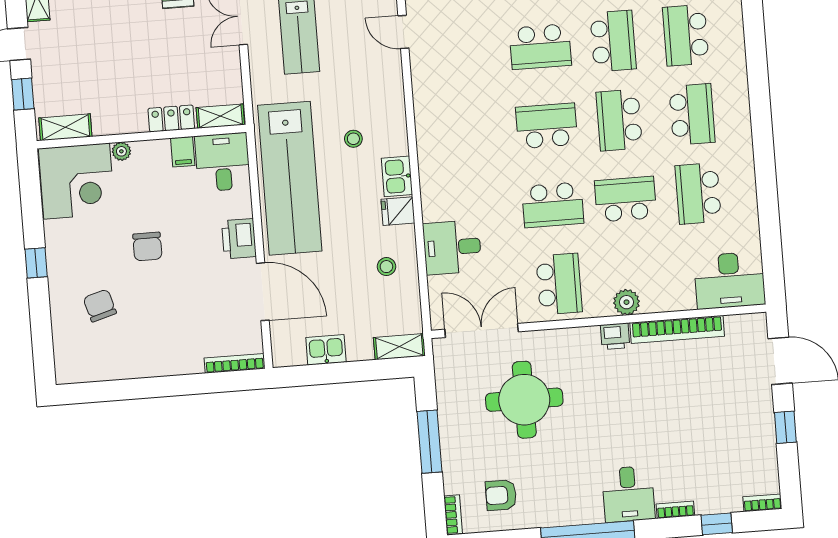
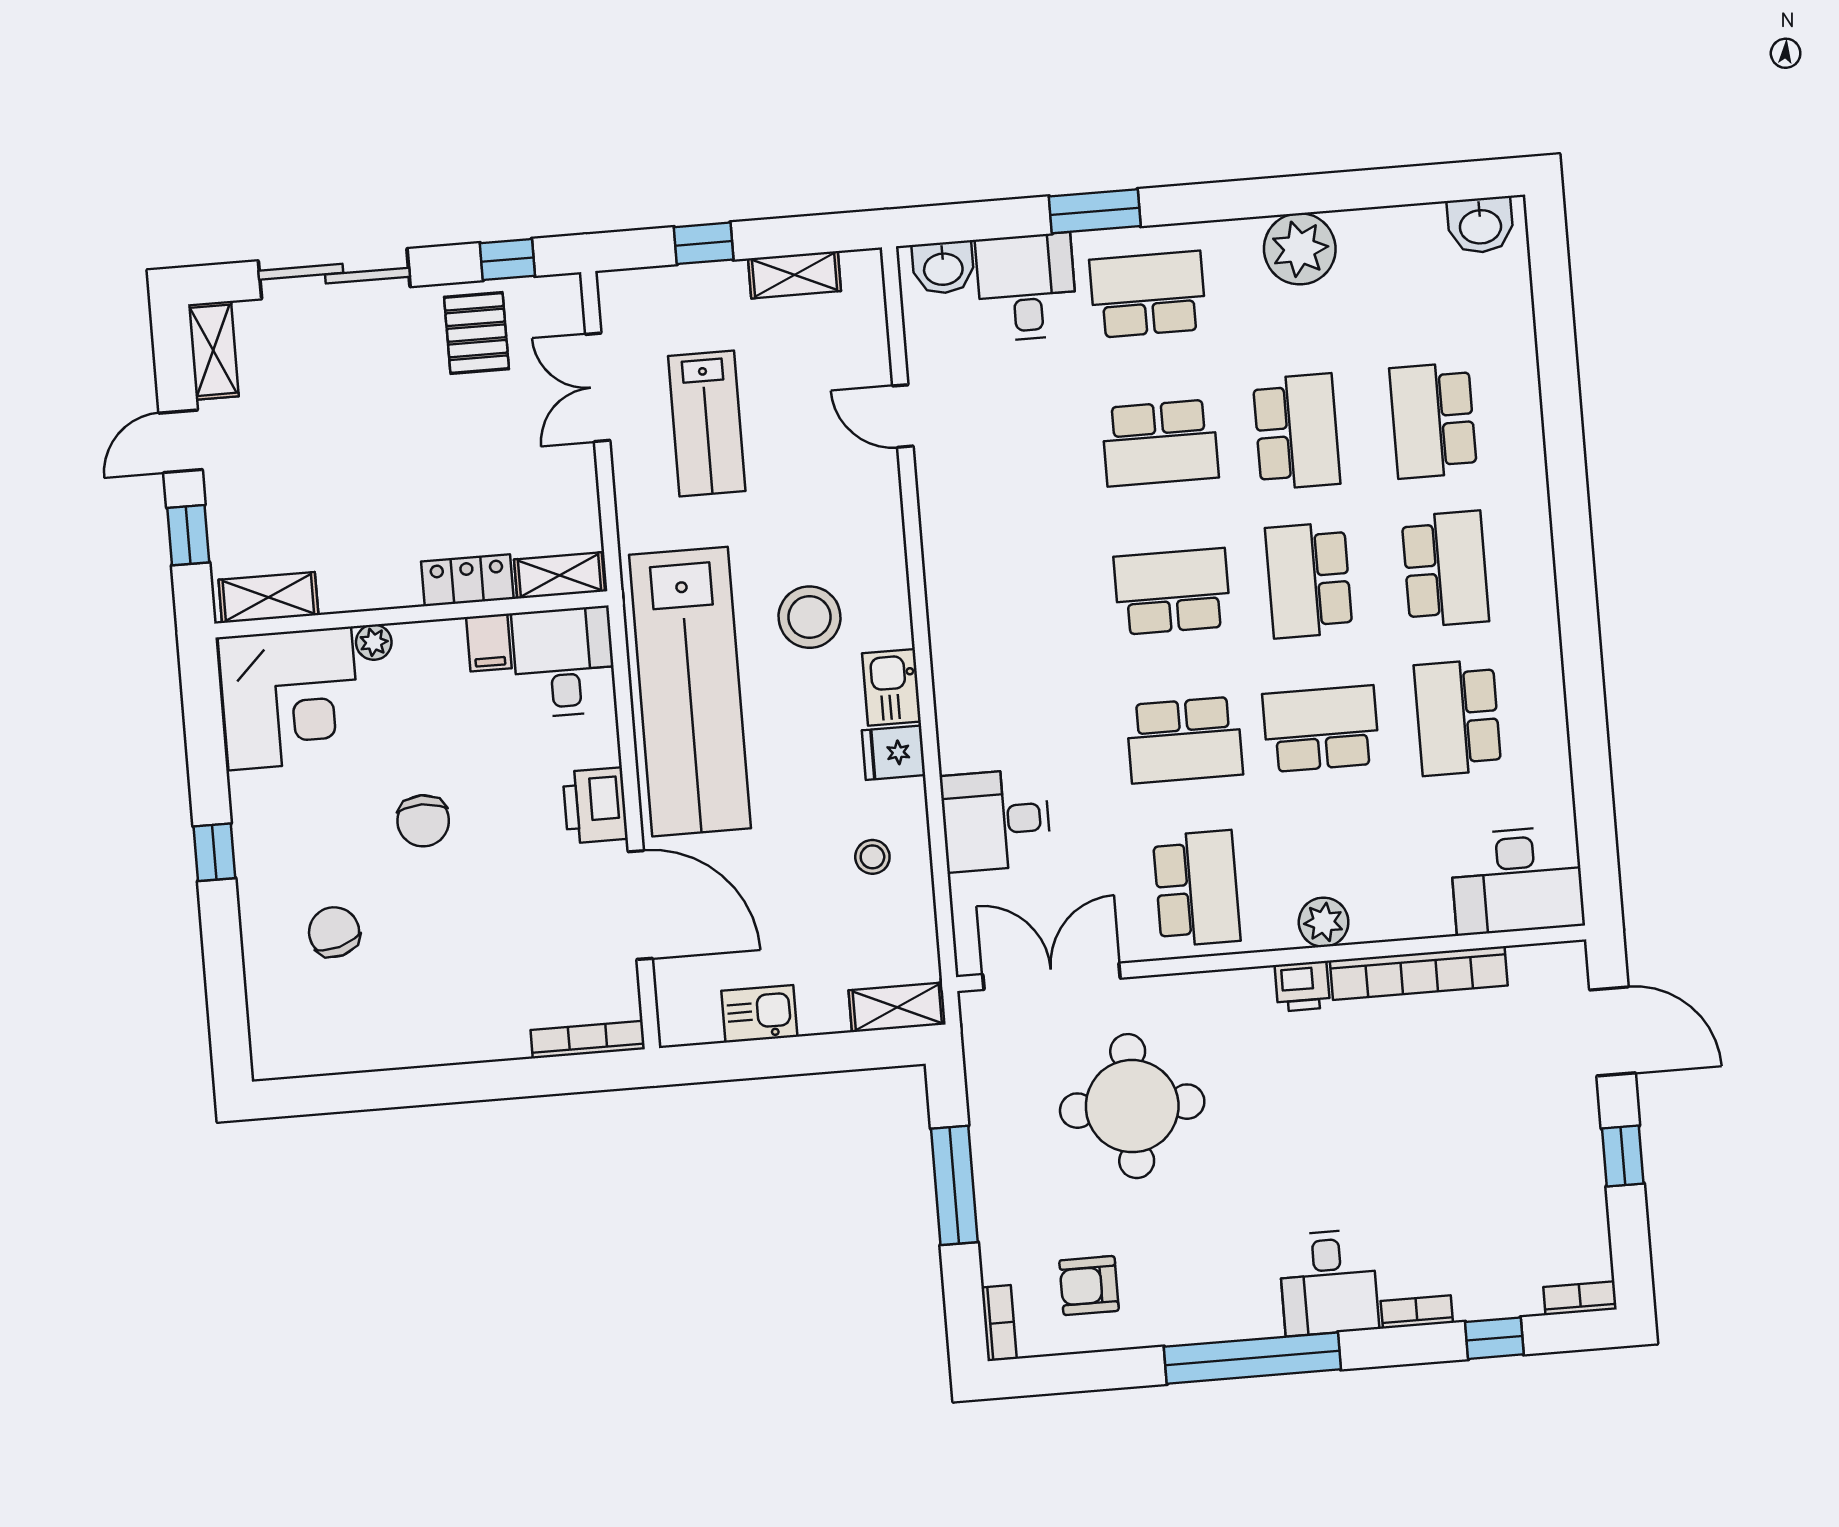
stool: (353, 139) -> (810, 617), width x1.89, depth x1.89

